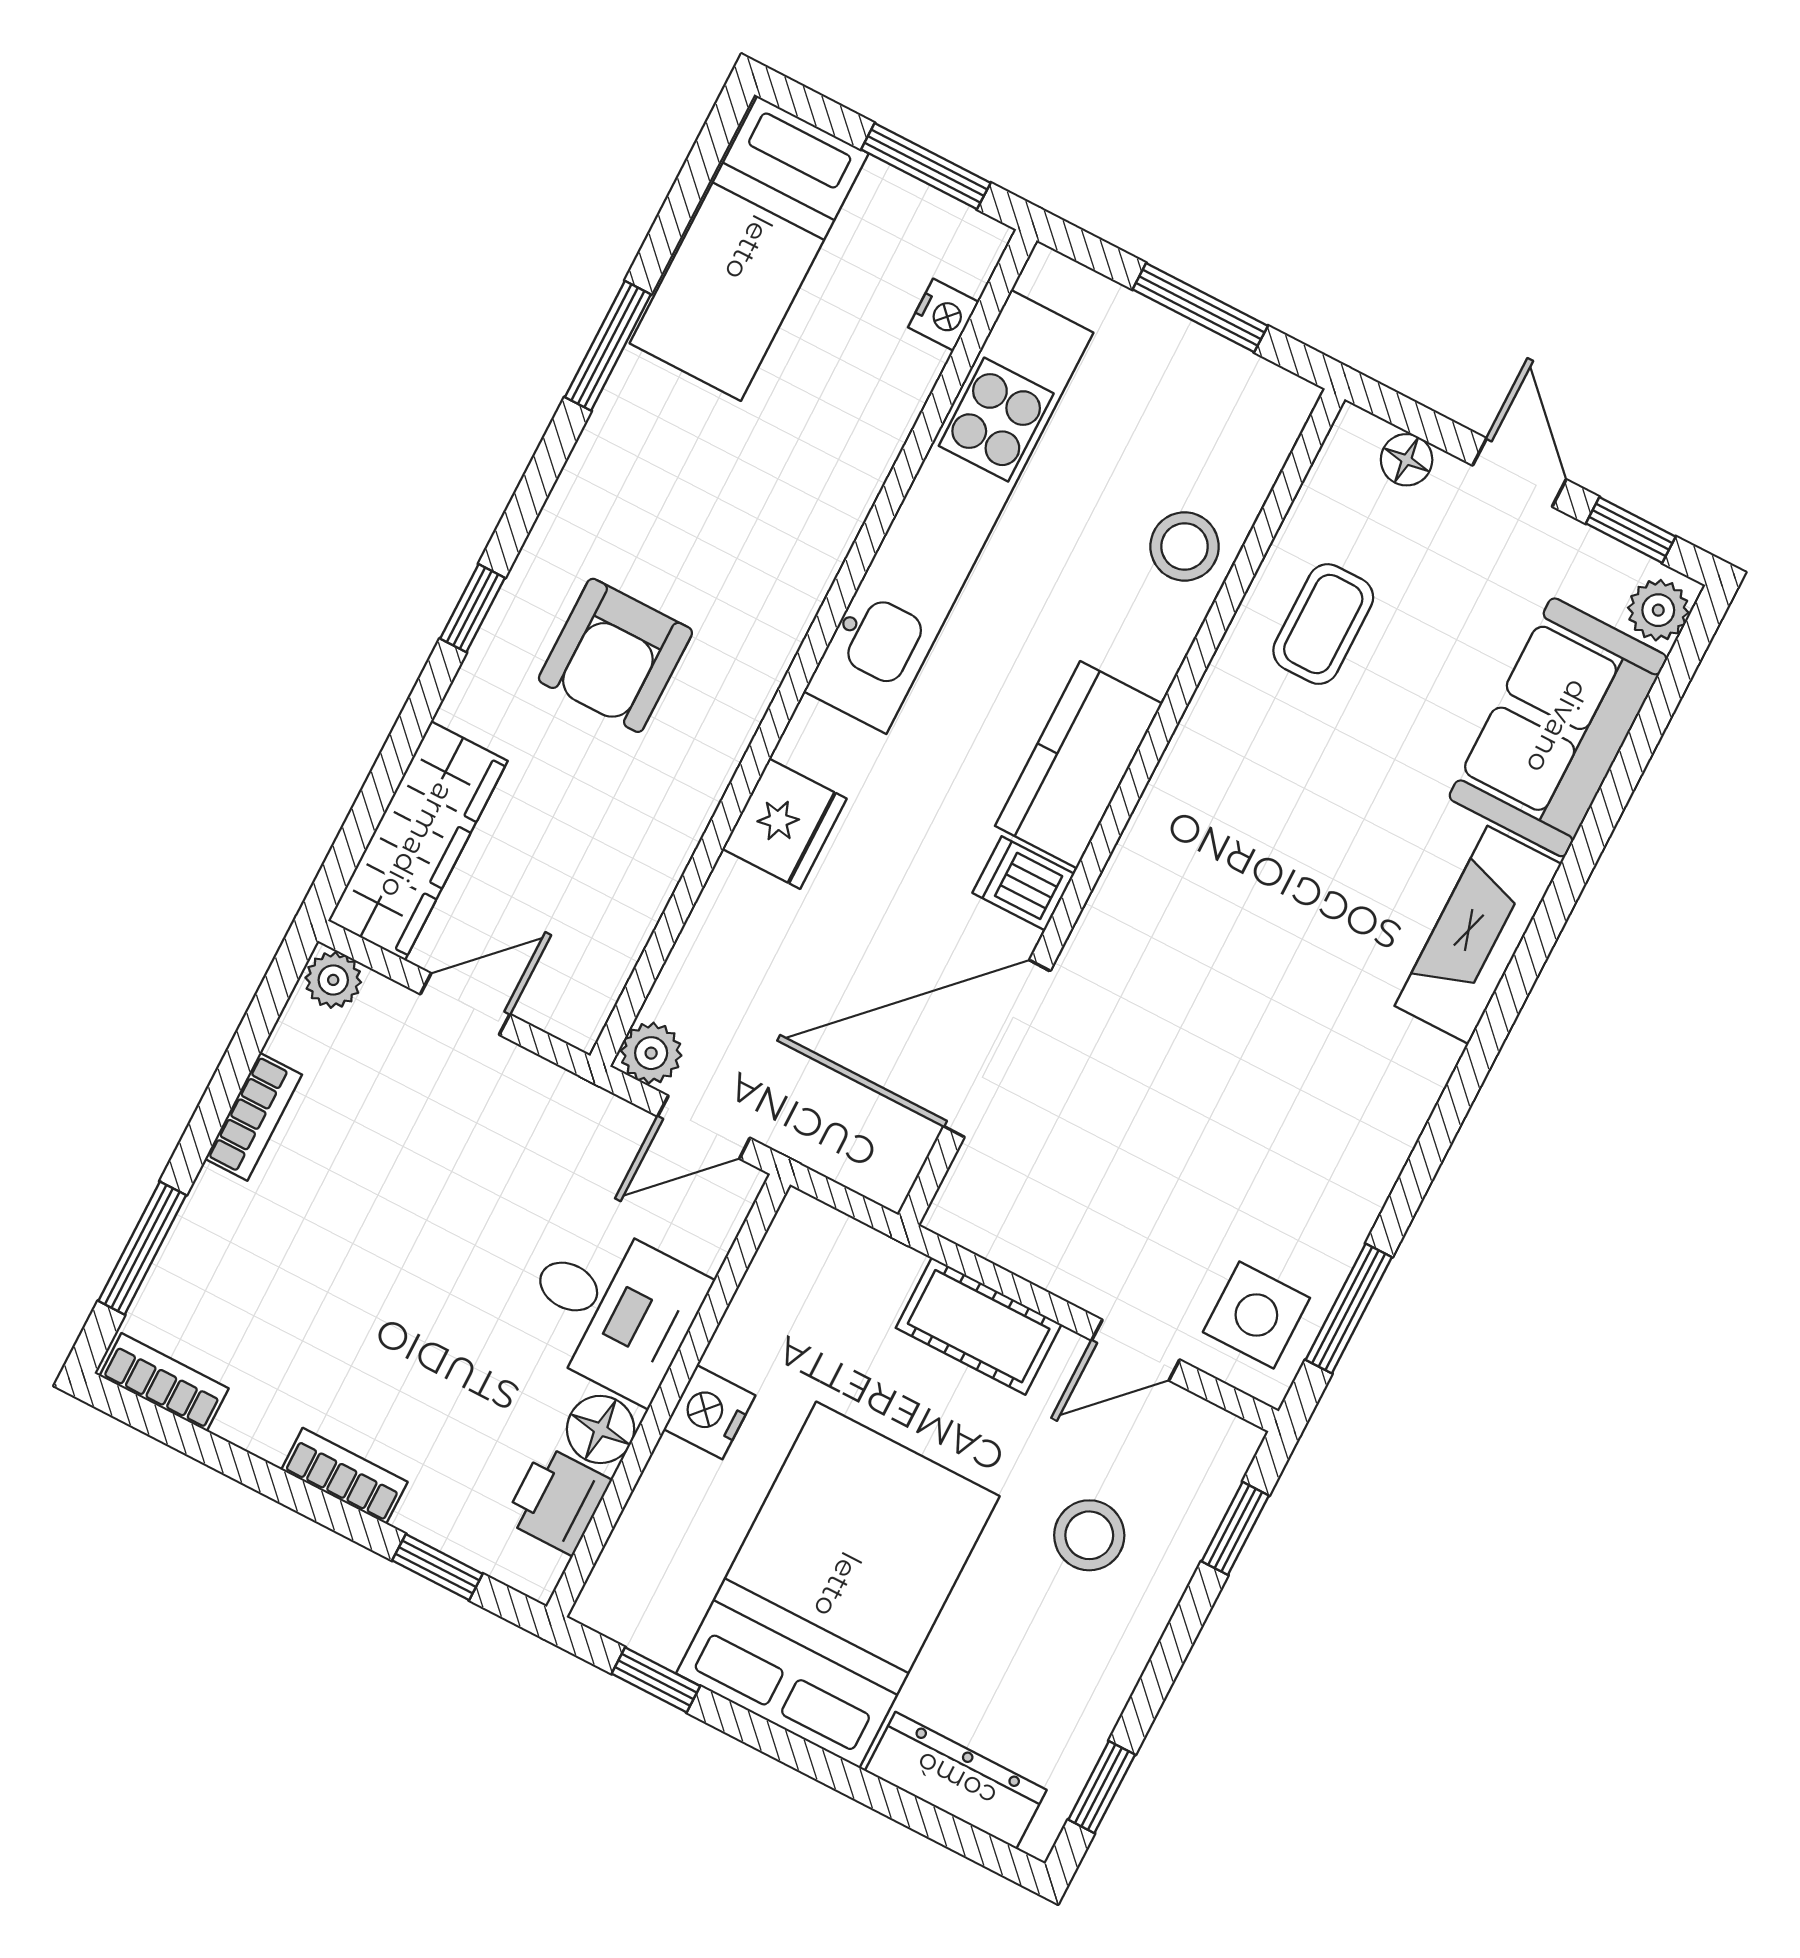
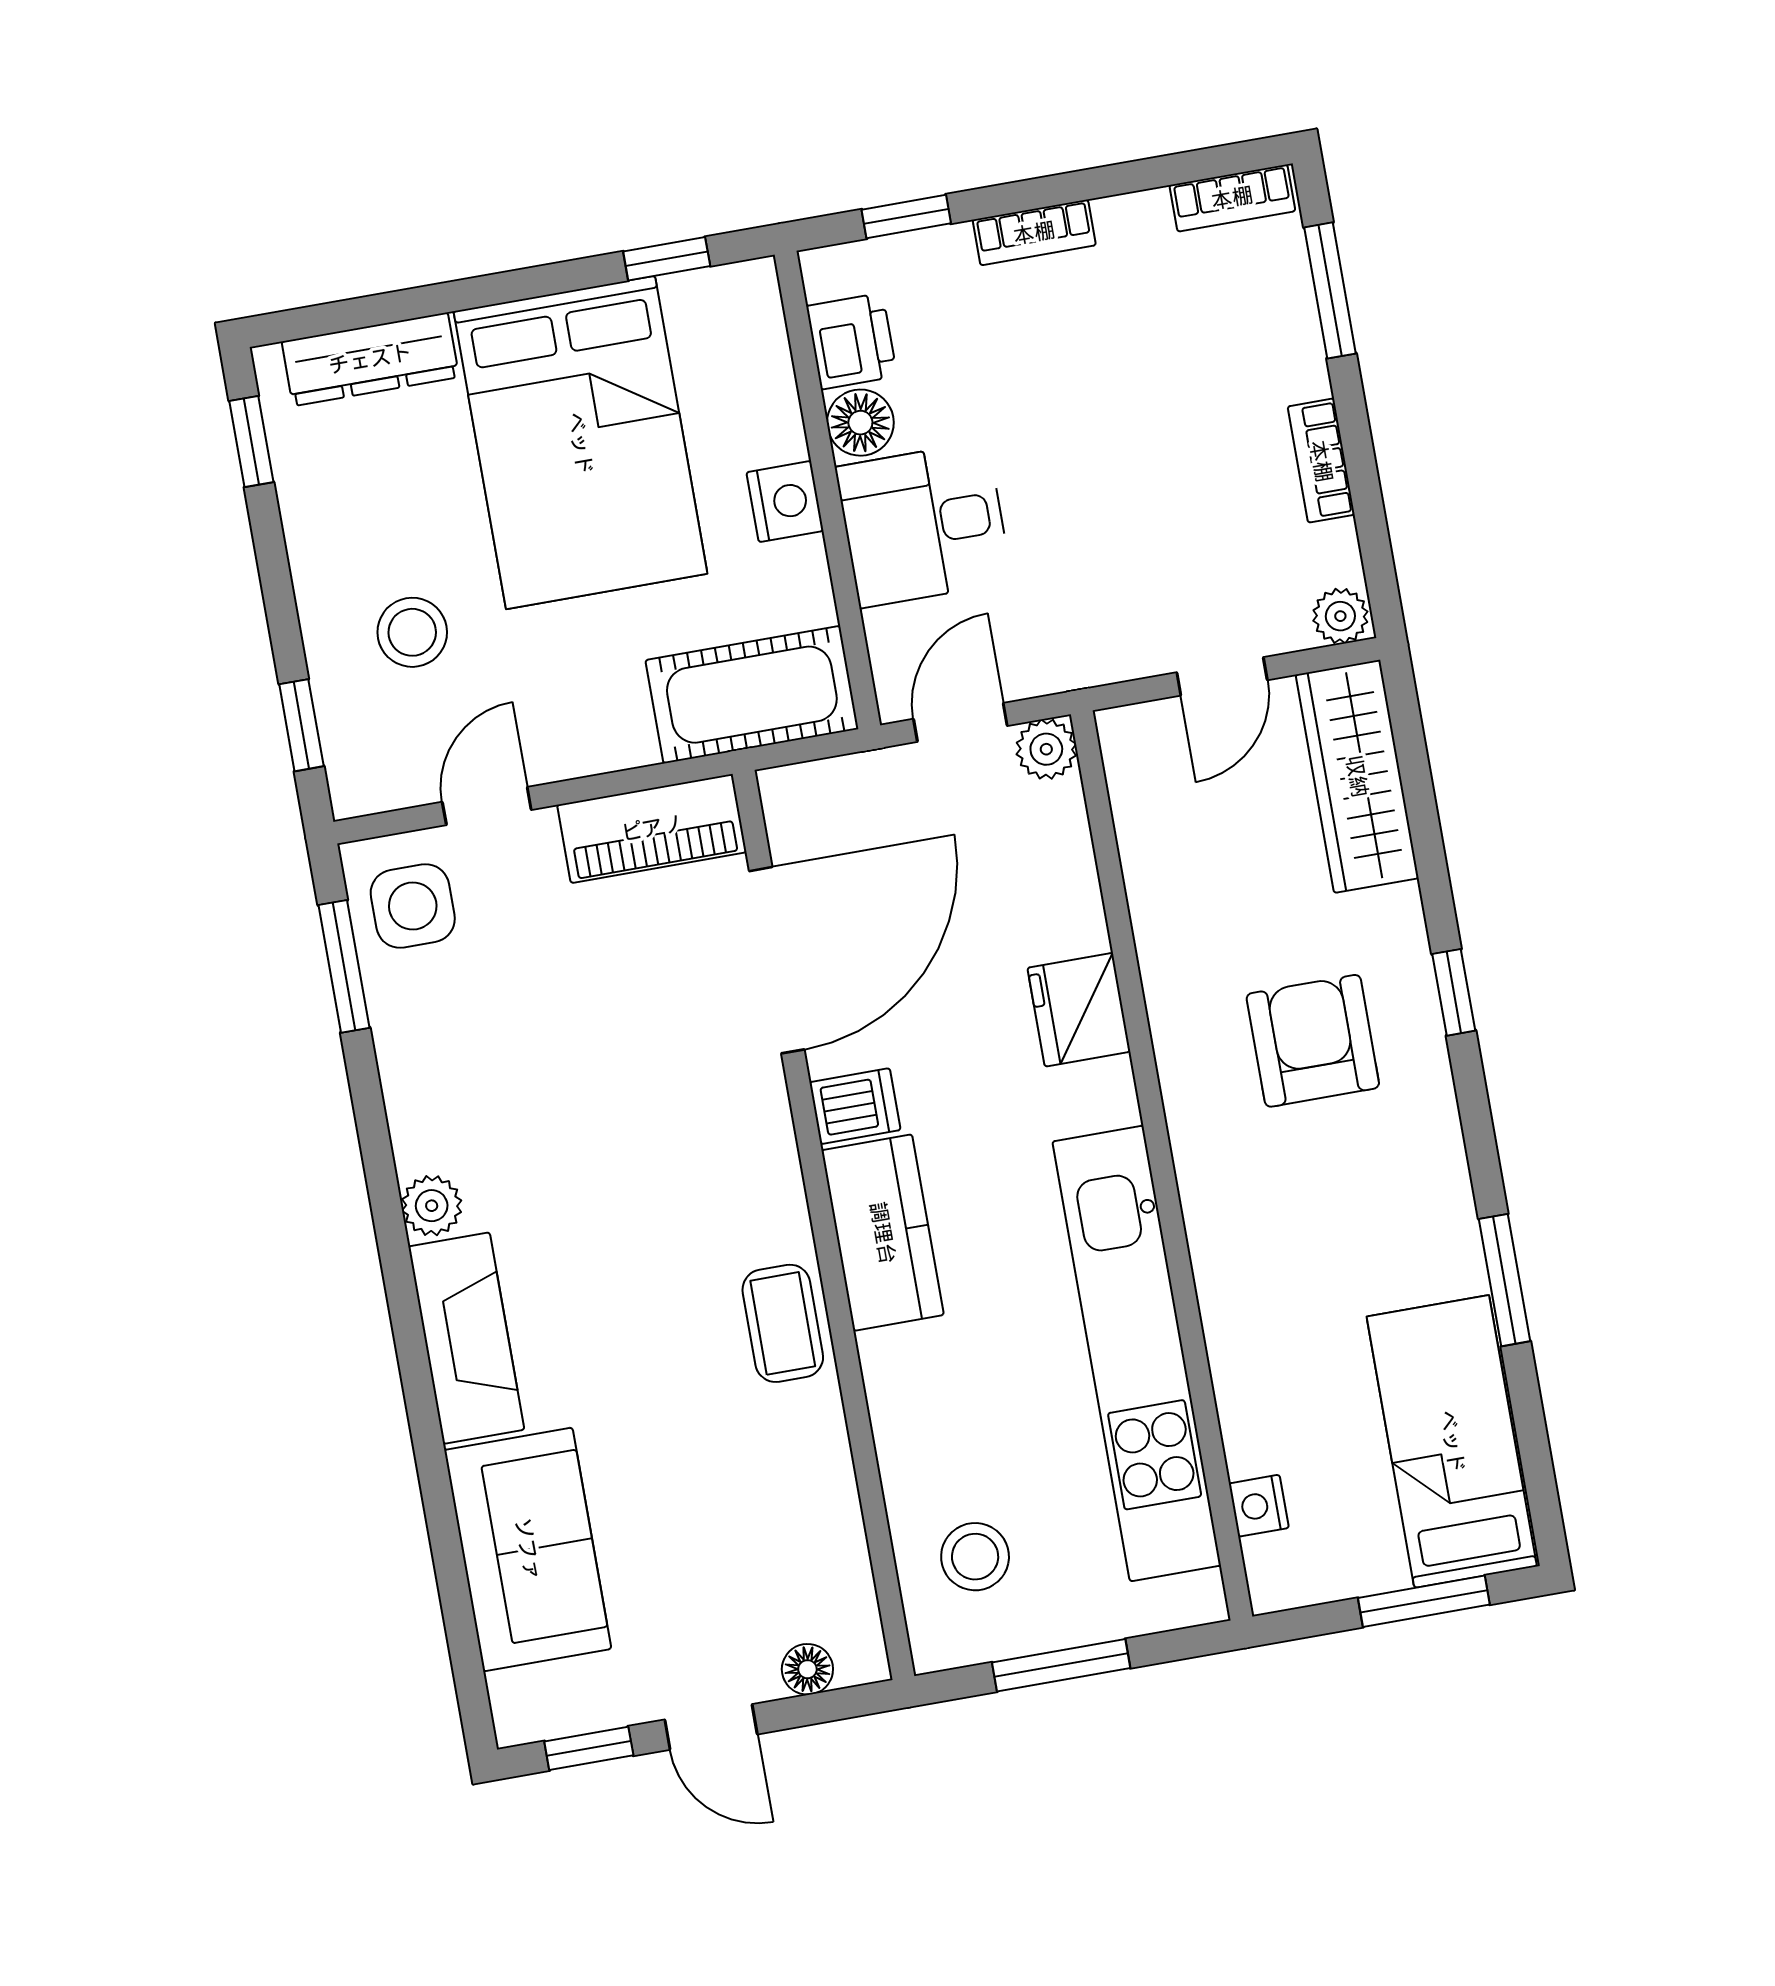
window: (926, 166) -> (1424, 1601), moved
stool: (1185, 546) -> (975, 1557), moved
plant: (1658, 610) -> (432, 1206), moved
coffee table: (1323, 624) -> (783, 1323), moved
piano: (1017, 1231) -> (652, 828), added
cot: (979, 1326) -> (752, 695), moved, width x1.37, depth x1.34

